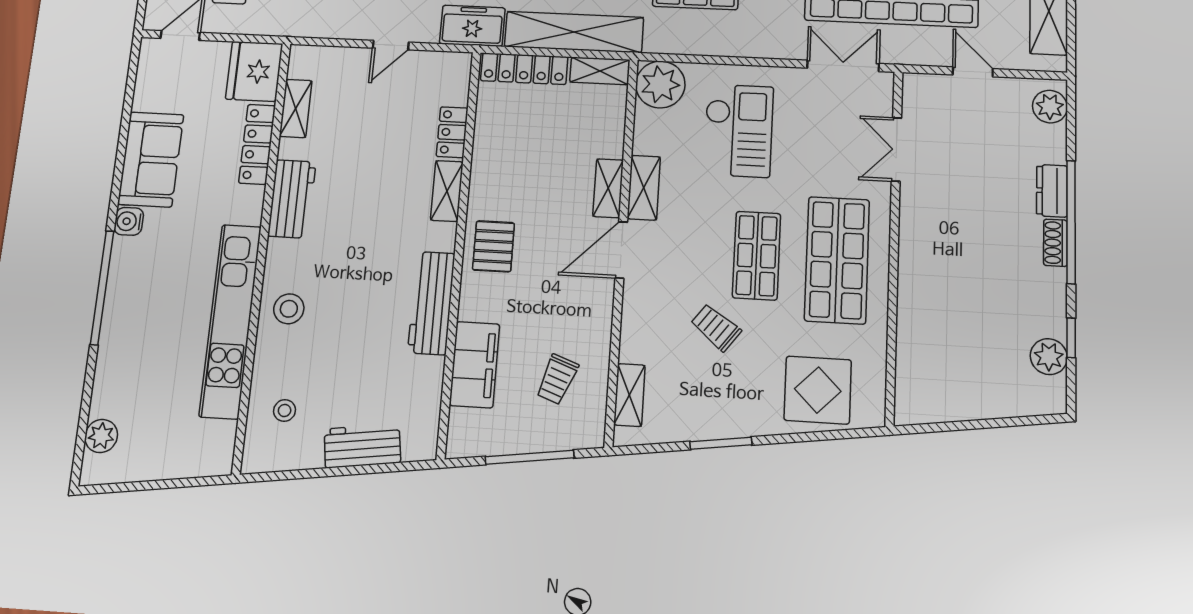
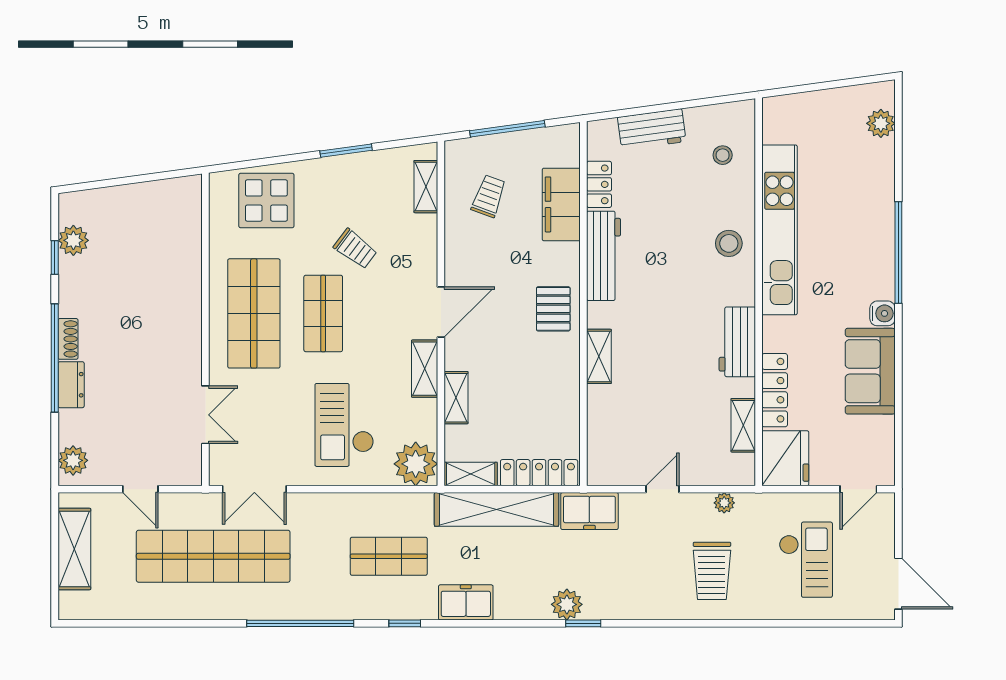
plant: (326, 28) -> (724, 503), added
locker: (452, 132) -> (599, 184), moved
shelving: (608, 188) -> (456, 398), moved

